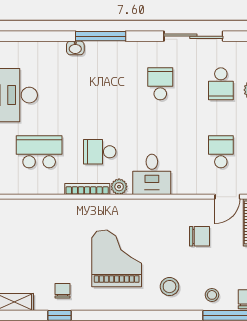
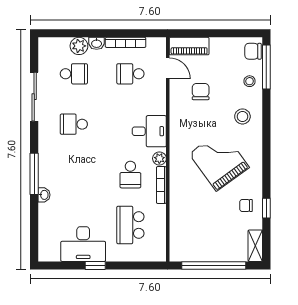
grand piano: (117, 258) -> (219, 160), turned 54

